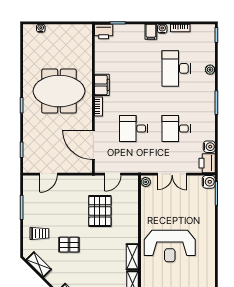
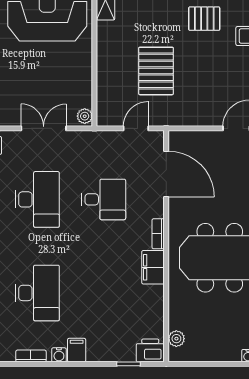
plant: (87, 39) -> (176, 339), added
desk: (176, 129) -> (37, 199), width x1.37

